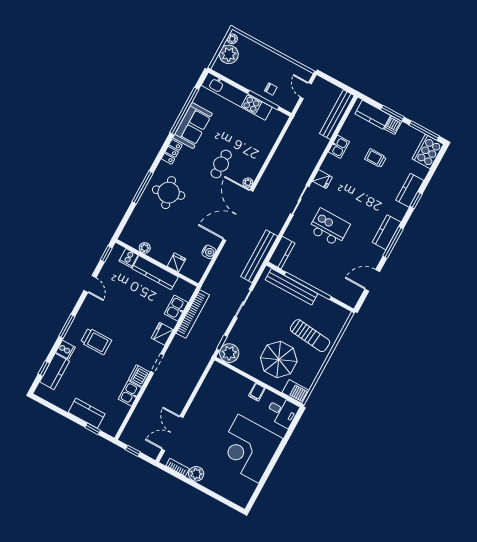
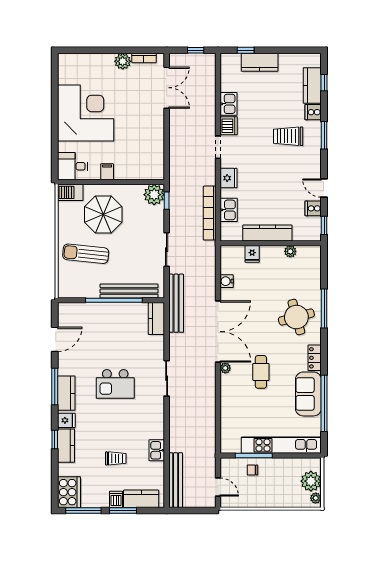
fridge: (322, 179) -> (66, 420), moved, turned 180
kitchen island: (329, 227) -> (115, 384), moved
cooker: (129, 258) -> (313, 208), moved, turned -90

